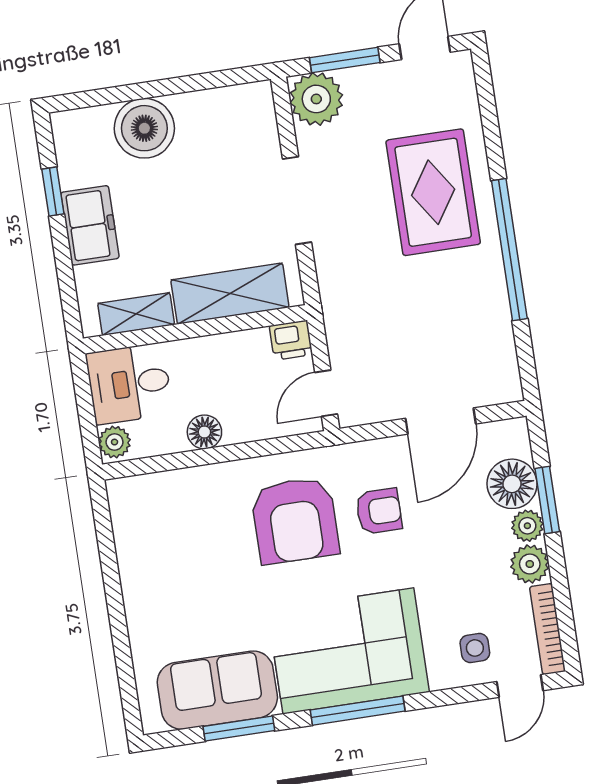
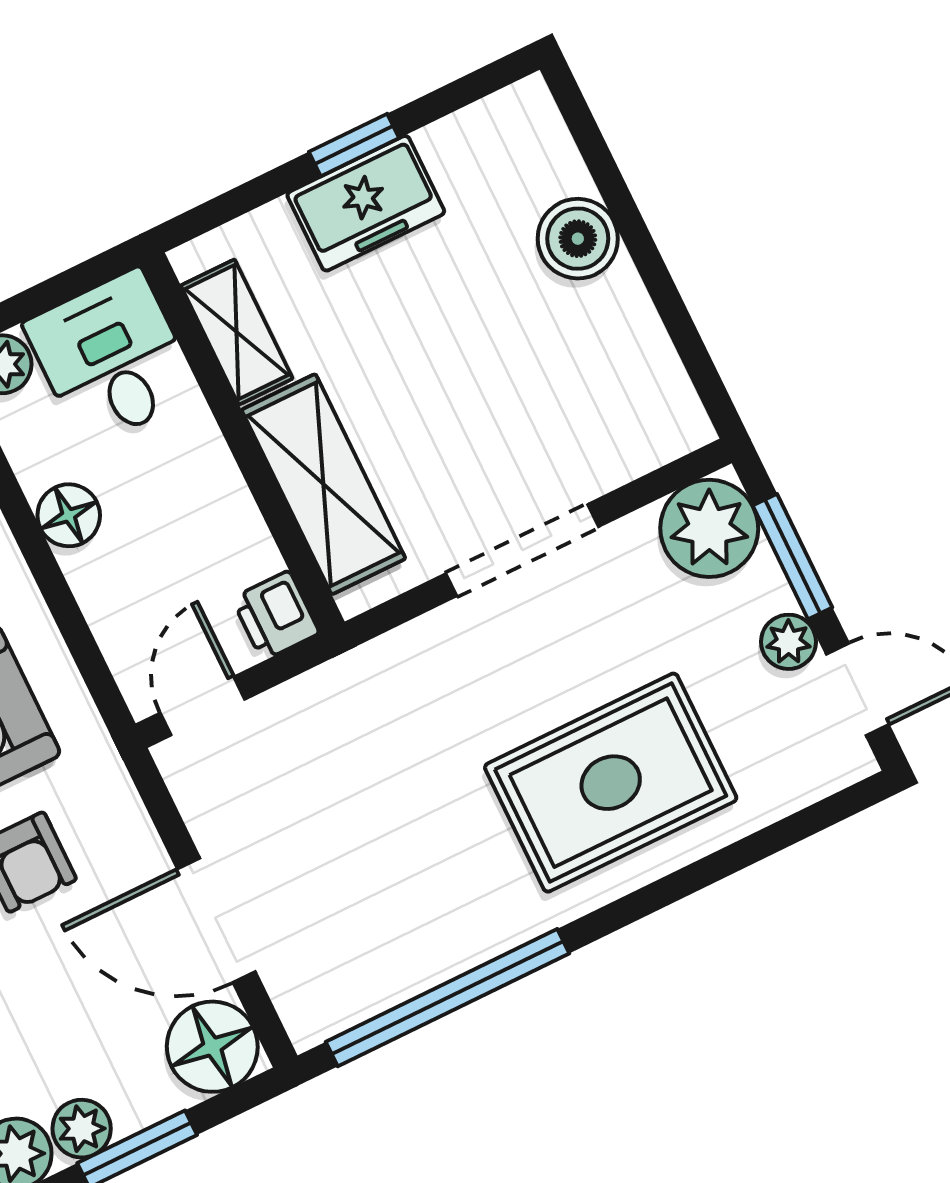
plant: (389, 76) -> (788, 642), added
boiler: (144, 128) -> (578, 239), width x0.73, depth x0.73
window: (53, 191) -> (354, 145), moved
window: (509, 250) -> (447, 998), moved
door: (326, 393) -> (202, 706), hinge flipped
floor lamp: (512, 484) -> (212, 1047), moved

